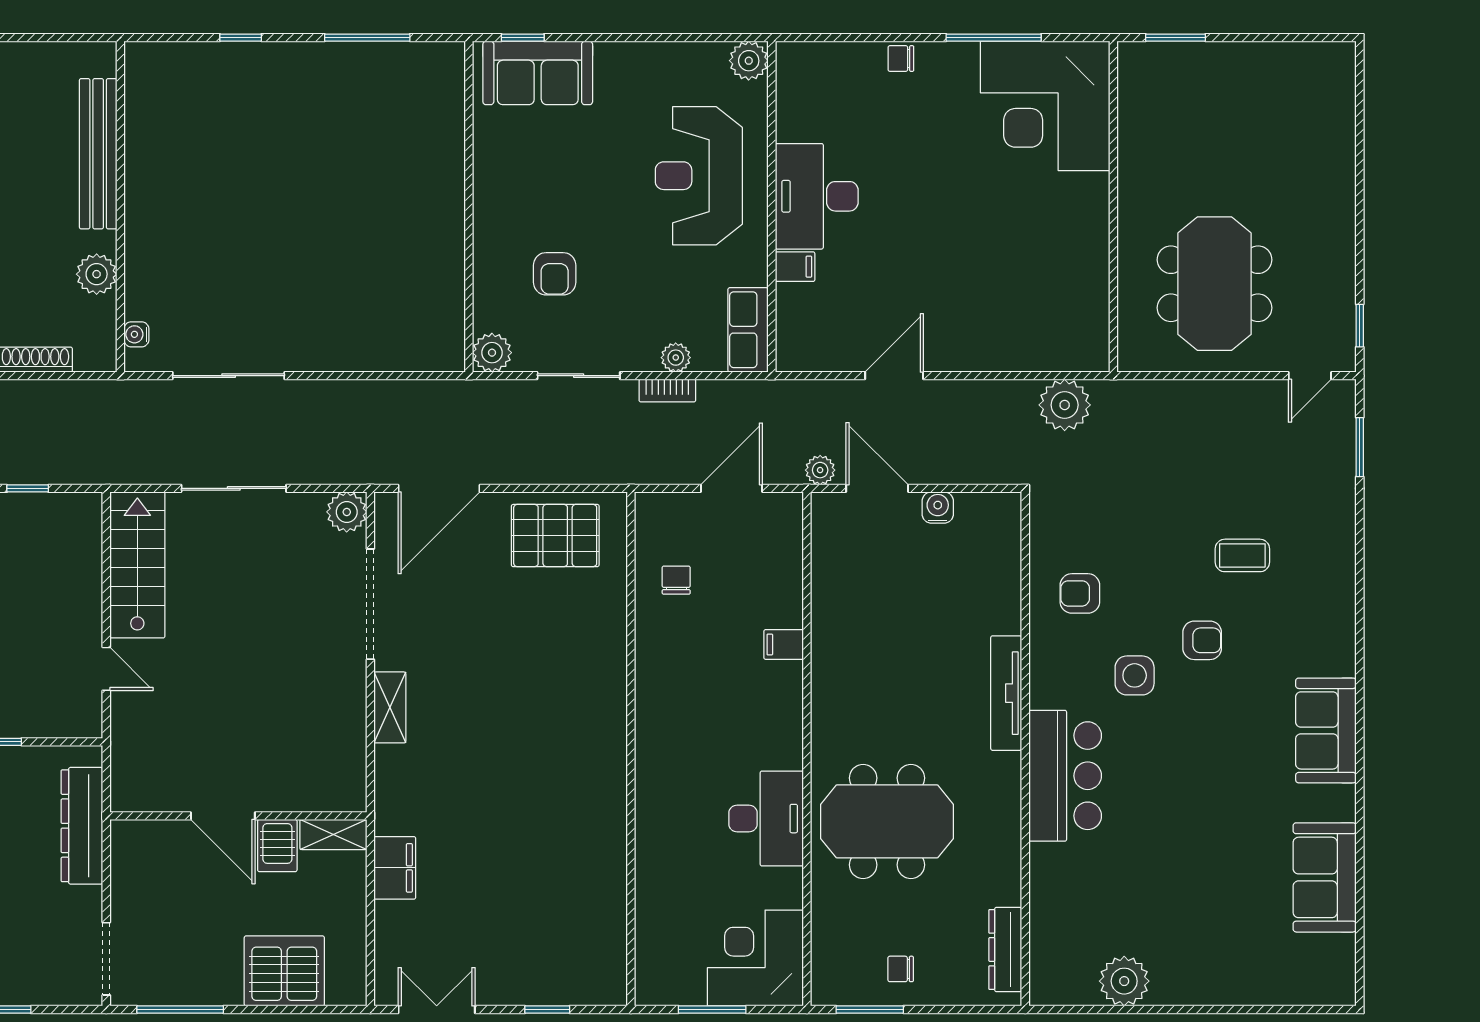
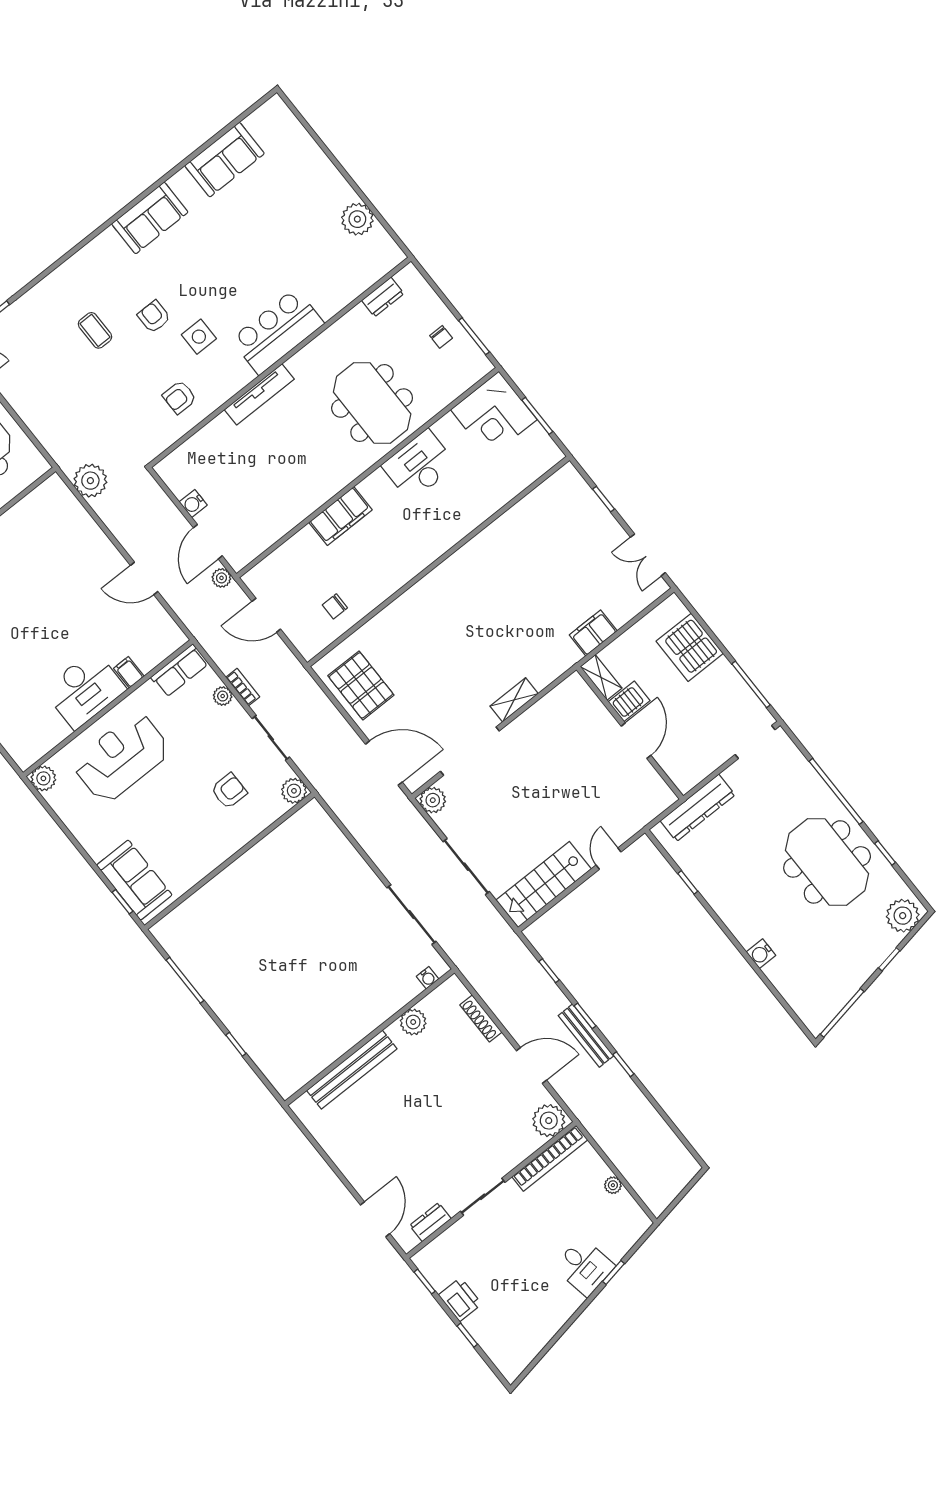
reception desk: (699, 176) -> (122, 757), turned 180
armchair: (1080, 593) -> (179, 397), turned 90
filing cabinet: (784, 644) -> (341, 516), width x3.00, depth x1.17
dresser: (1005, 949) -> (383, 297), width x0.70

